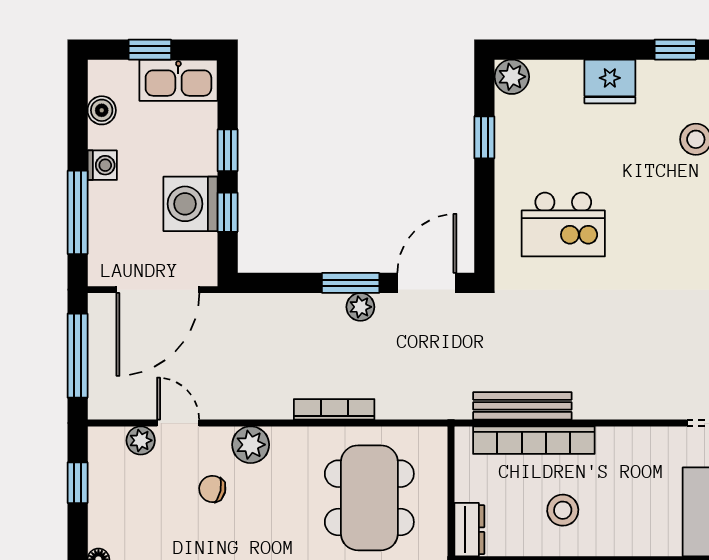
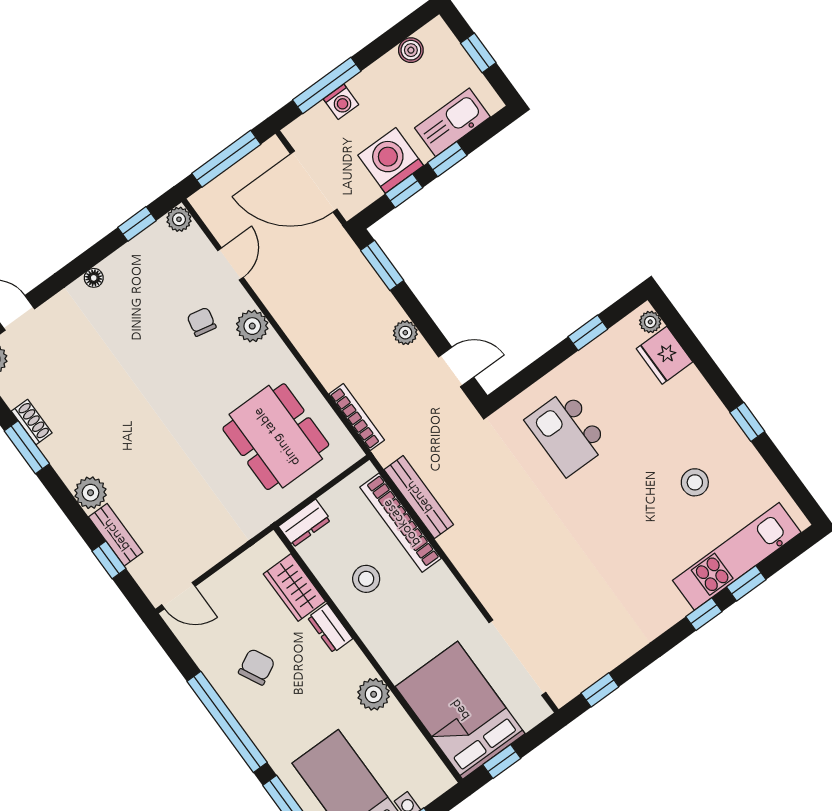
plant: (512, 77) -> (650, 322), width x0.73, depth x0.73
kitchen sink: (178, 80) -> (452, 122), moved, turned 90
fridge: (610, 81) -> (664, 355), moved
washing machine: (102, 165) -> (341, 102), moved
window: (351, 283) -> (382, 265), moved
door: (427, 283) -> (456, 367), width x0.73
bookcase: (334, 409) -> (357, 417), moved
plant: (141, 440) -> (179, 219), moved
dining table: (369, 498) -> (276, 437), turned 90

